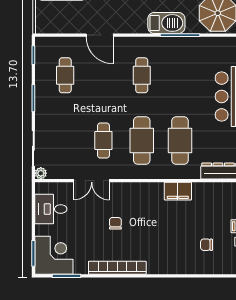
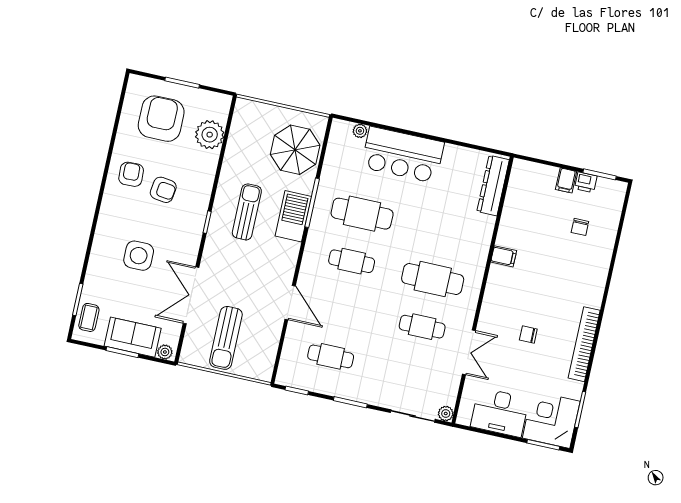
door: (100, 35) -> (290, 303), hinge flipped
cafe table: (180, 141) -> (362, 214), moved
filing cabinet: (178, 191) -> (504, 256), width x0.50
desk: (51, 209) -> (500, 412), width x1.37

